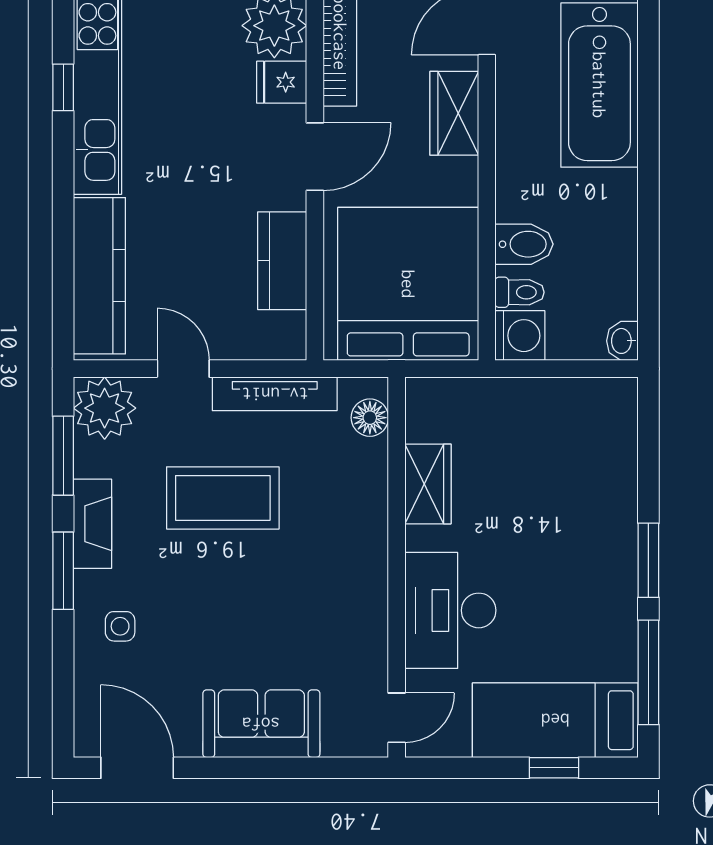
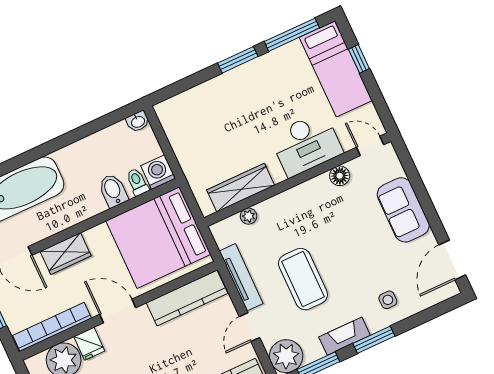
kitchen counter: (282, 261) -> (187, 298), width x1.50
floor lamp: (370, 418) -> (340, 176), moved
plant: (373, 455) -> (249, 216), added
wardrobe: (428, 484) -> (241, 188), width x1.50

